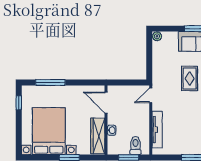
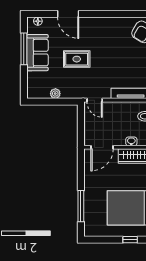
plant: (157, 36) -> (55, 94), moved
window: (19, 103) -> (130, 240), moved

